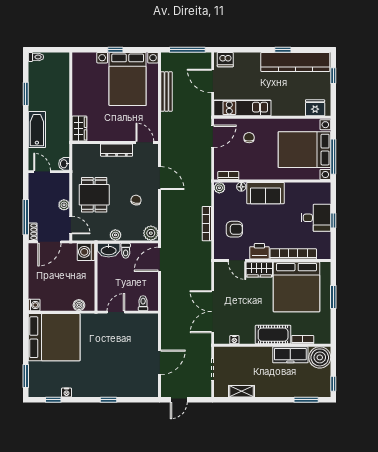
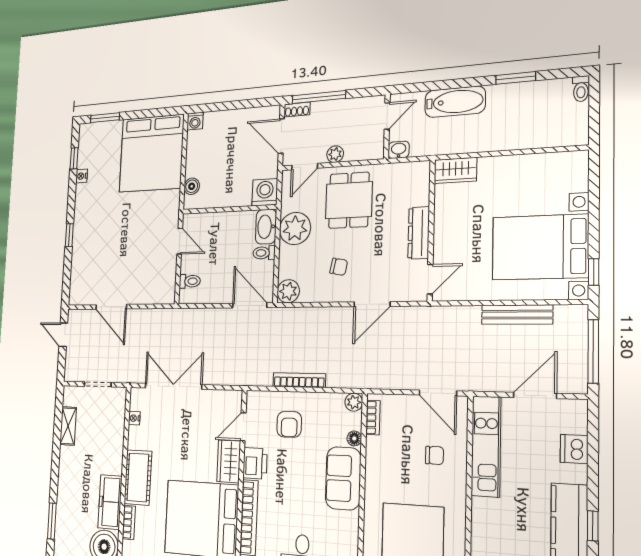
window: (115, 50) -> (594, 272), moved
dishwasher: (225, 60) -> (574, 449), moved
dining table: (94, 195) -> (349, 200), turned 90
plant: (115, 235) -> (295, 228), width x1.88, depth x1.88

